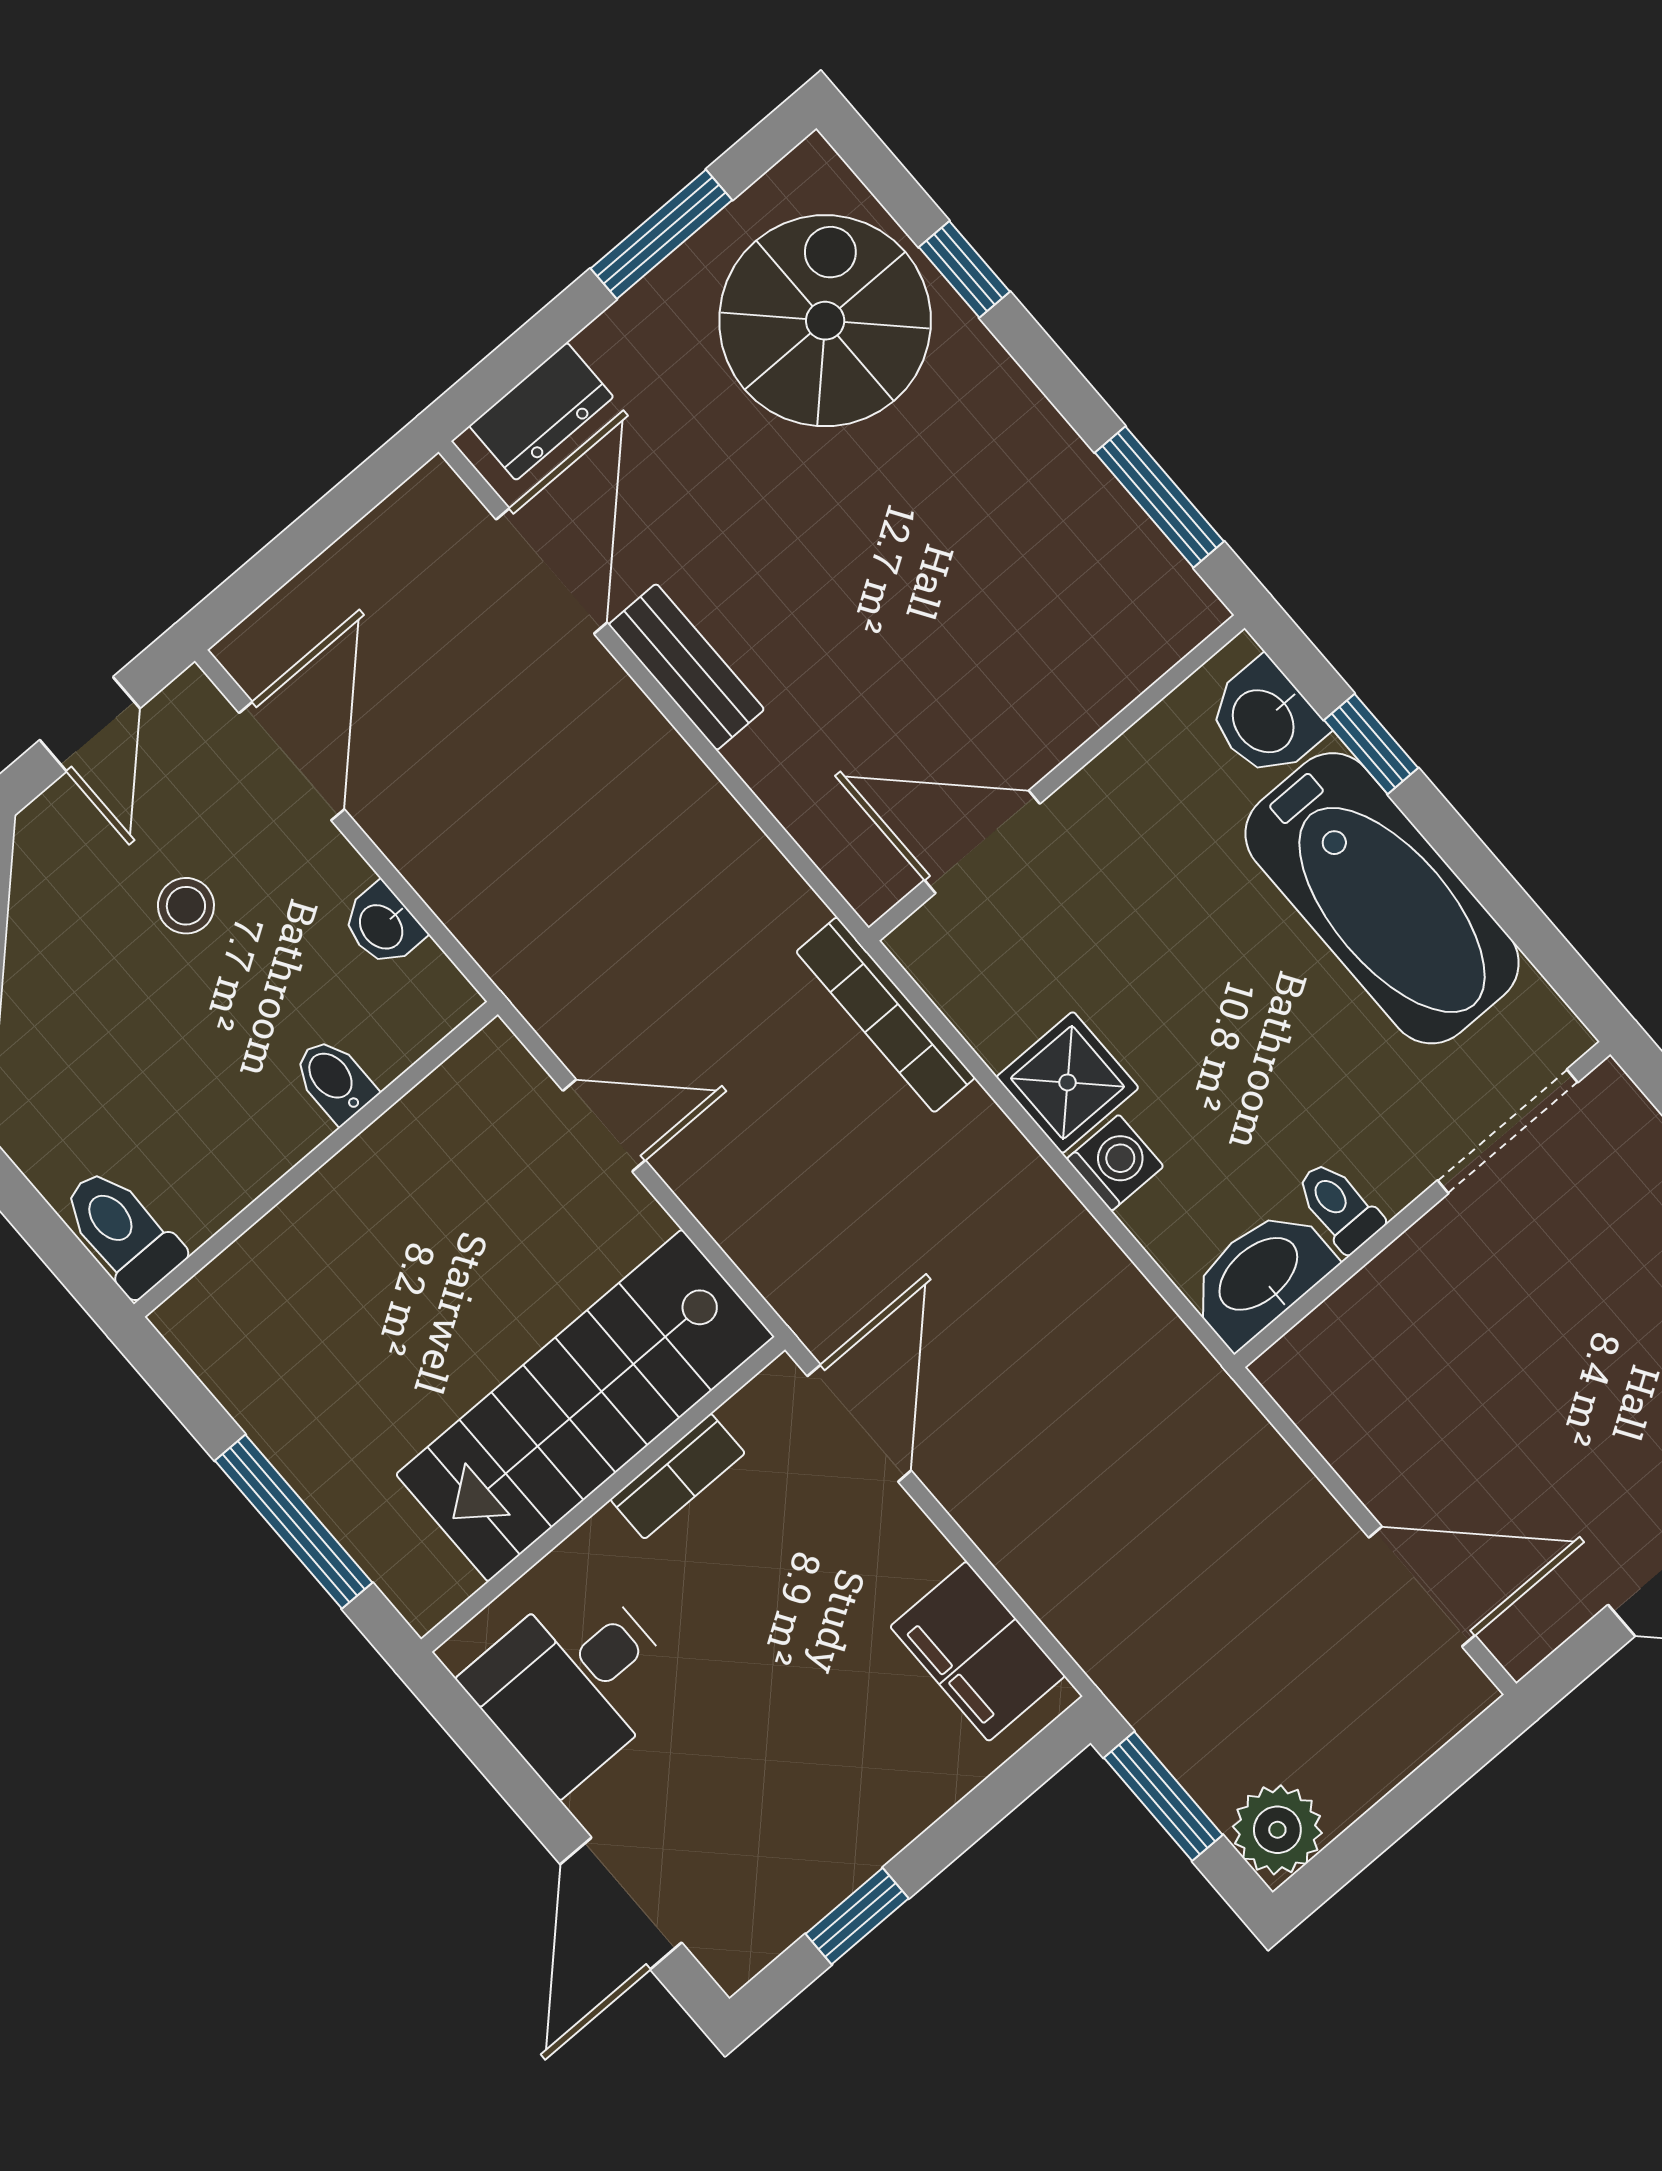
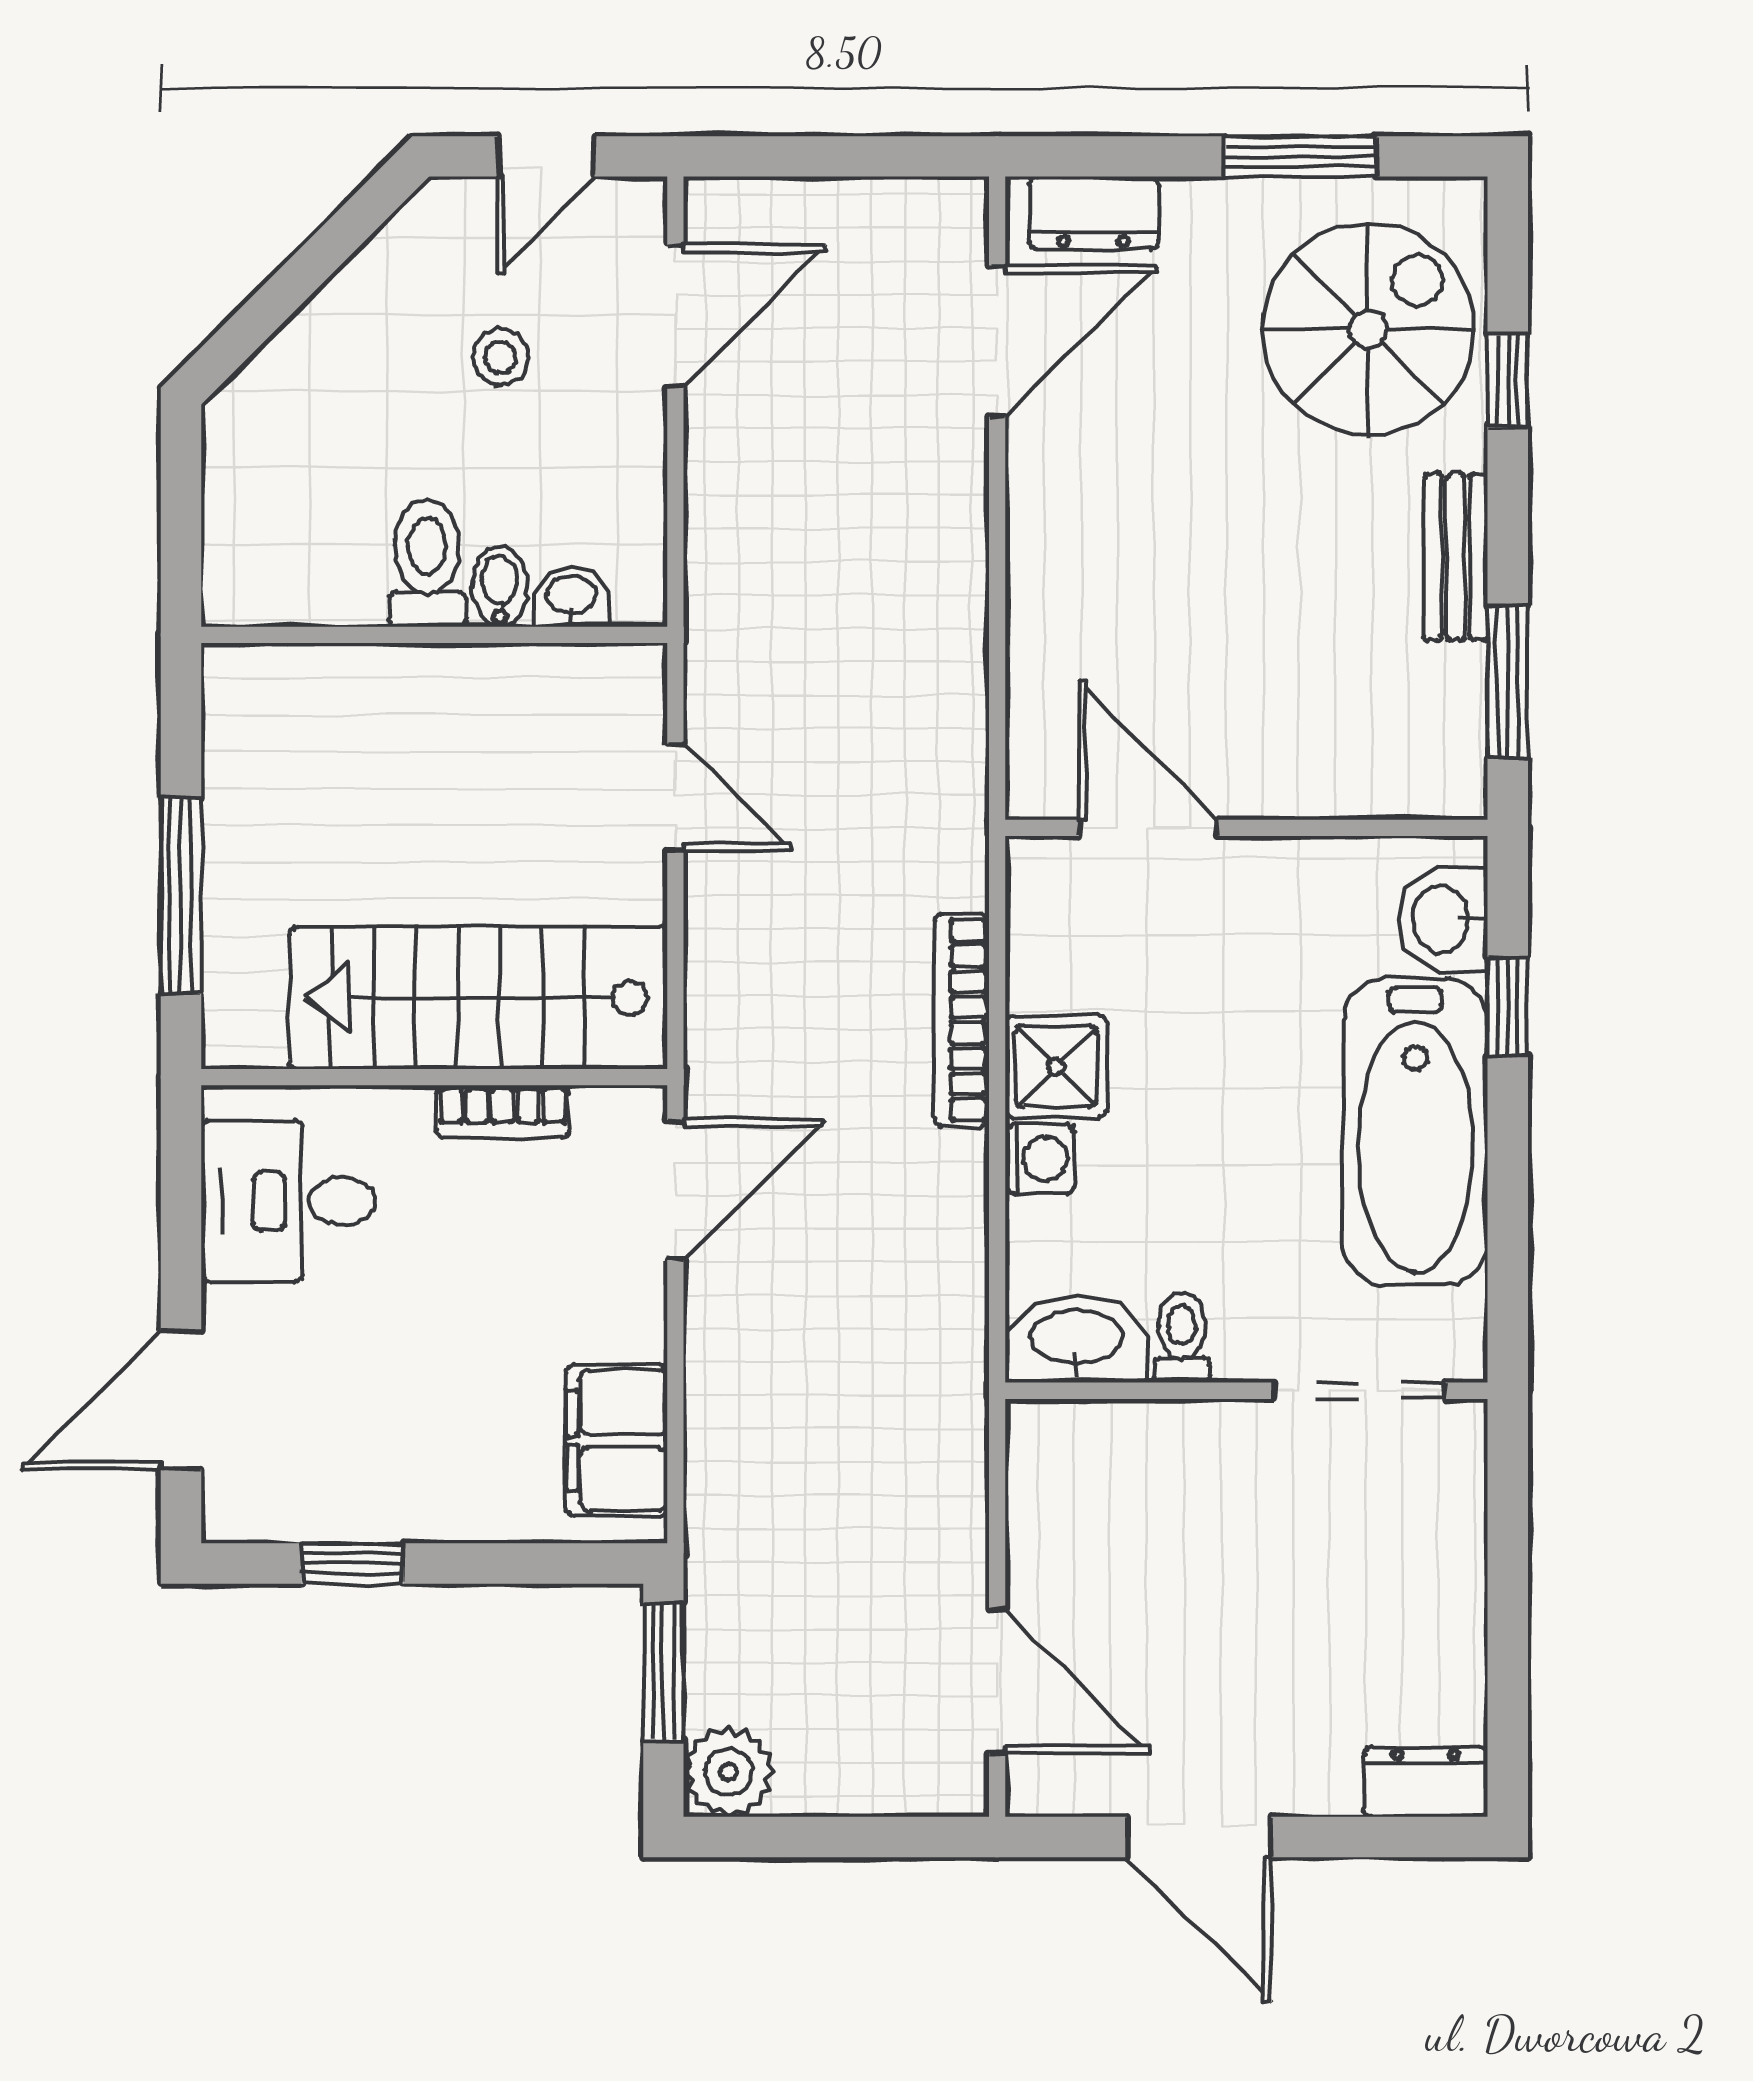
bench: (686, 667) -> (1456, 557), moved
washbasin: (383, 926) -> (571, 597), moved, turned 90
bookcase: (886, 1015) -> (962, 1020), moved
toilet: (122, 1231) -> (427, 563), moved

